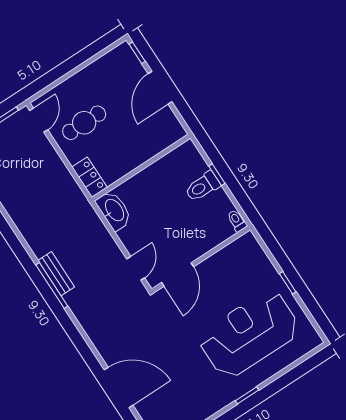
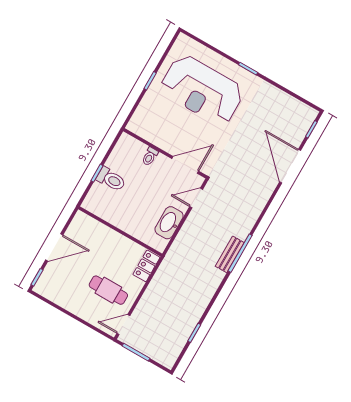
washbasin: (114, 210) -> (169, 223), moved
toilet: (237, 221) -> (150, 156), moved

